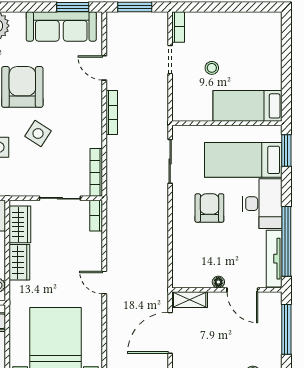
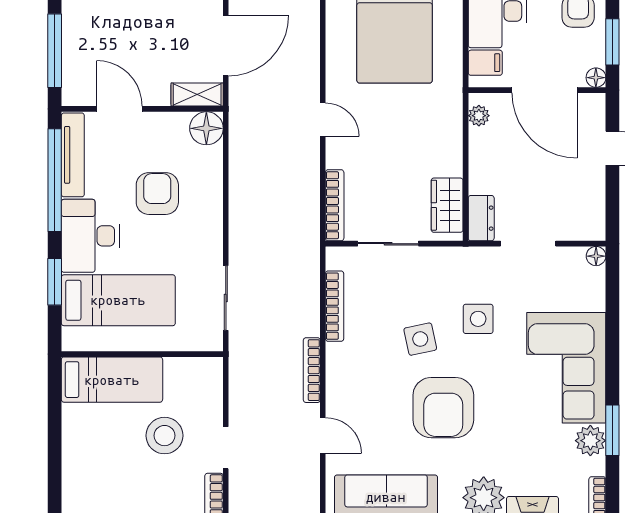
stool: (212, 68) -> (165, 436), width x1.89, depth x1.89
side table: (38, 133) -> (420, 339), turned 45
window: (286, 151) -> (55, 282), moved
bookcase: (96, 172) -> (335, 306), moved
armchair: (209, 208) -> (157, 194), moved, turned 180
bookcase: (96, 216) -> (335, 205), width x1.56
wardrobe: (19, 262) -> (448, 149), removed
floor lamp: (218, 282) -> (206, 128), moved, width x1.89, depth x1.89

